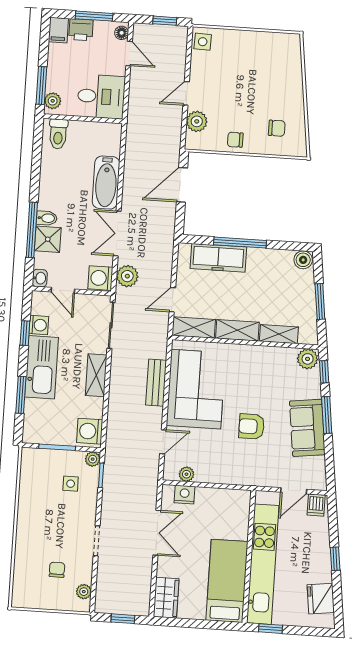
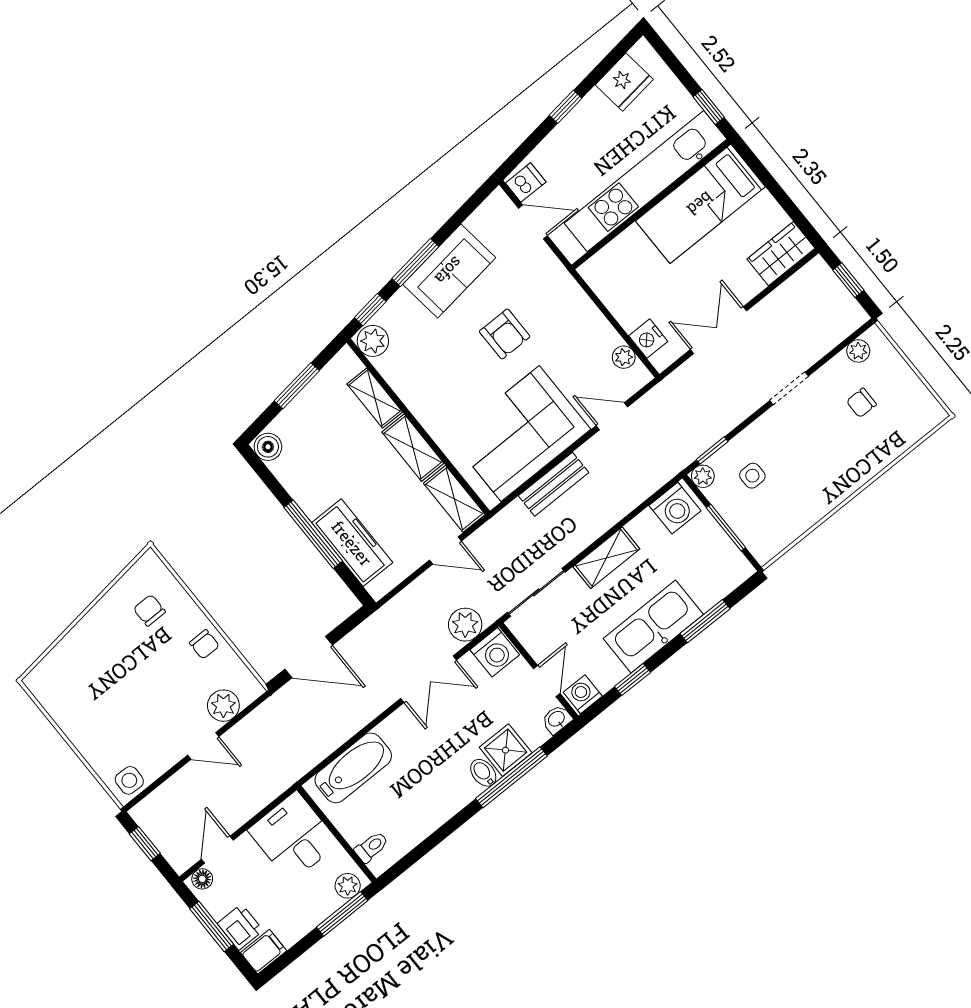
toilet: (58, 134) -> (371, 847), width x0.73, depth x0.72
bathtub: (106, 183) -> (353, 768), moved
washing machine: (39, 325) -> (583, 694), moved

